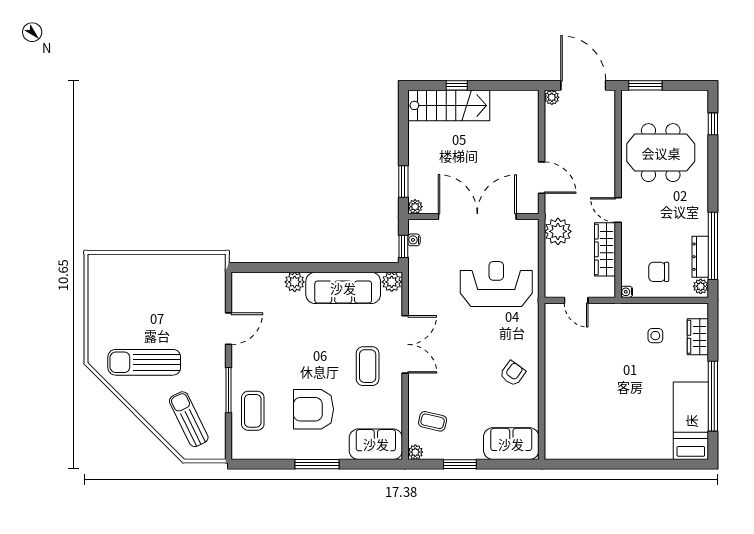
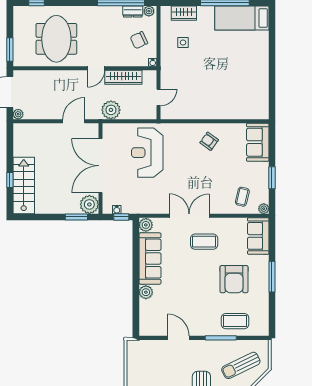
plant: (415, 207) -> (89, 204), width x1.88, depth x1.88
dresser: (700, 257) -> (133, 11), width x0.70
chair: (659, 272) -> (139, 40), turned 65

